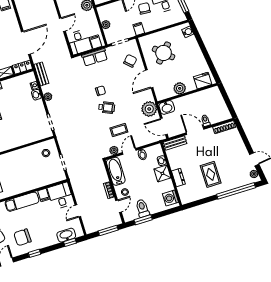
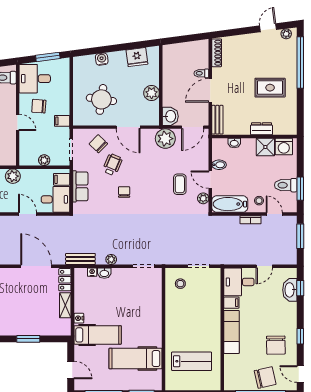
water cooler: (188, 32) -> (102, 59), moved
round table: (164, 53) -> (101, 99), turned -34
fridge: (203, 81) -> (137, 57), moved, turned -98
wheelchair: (107, 108) -> (112, 165), moved
shower: (162, 173) -> (265, 147), moved
door: (78, 211) -> (264, 266), hinge flipped

